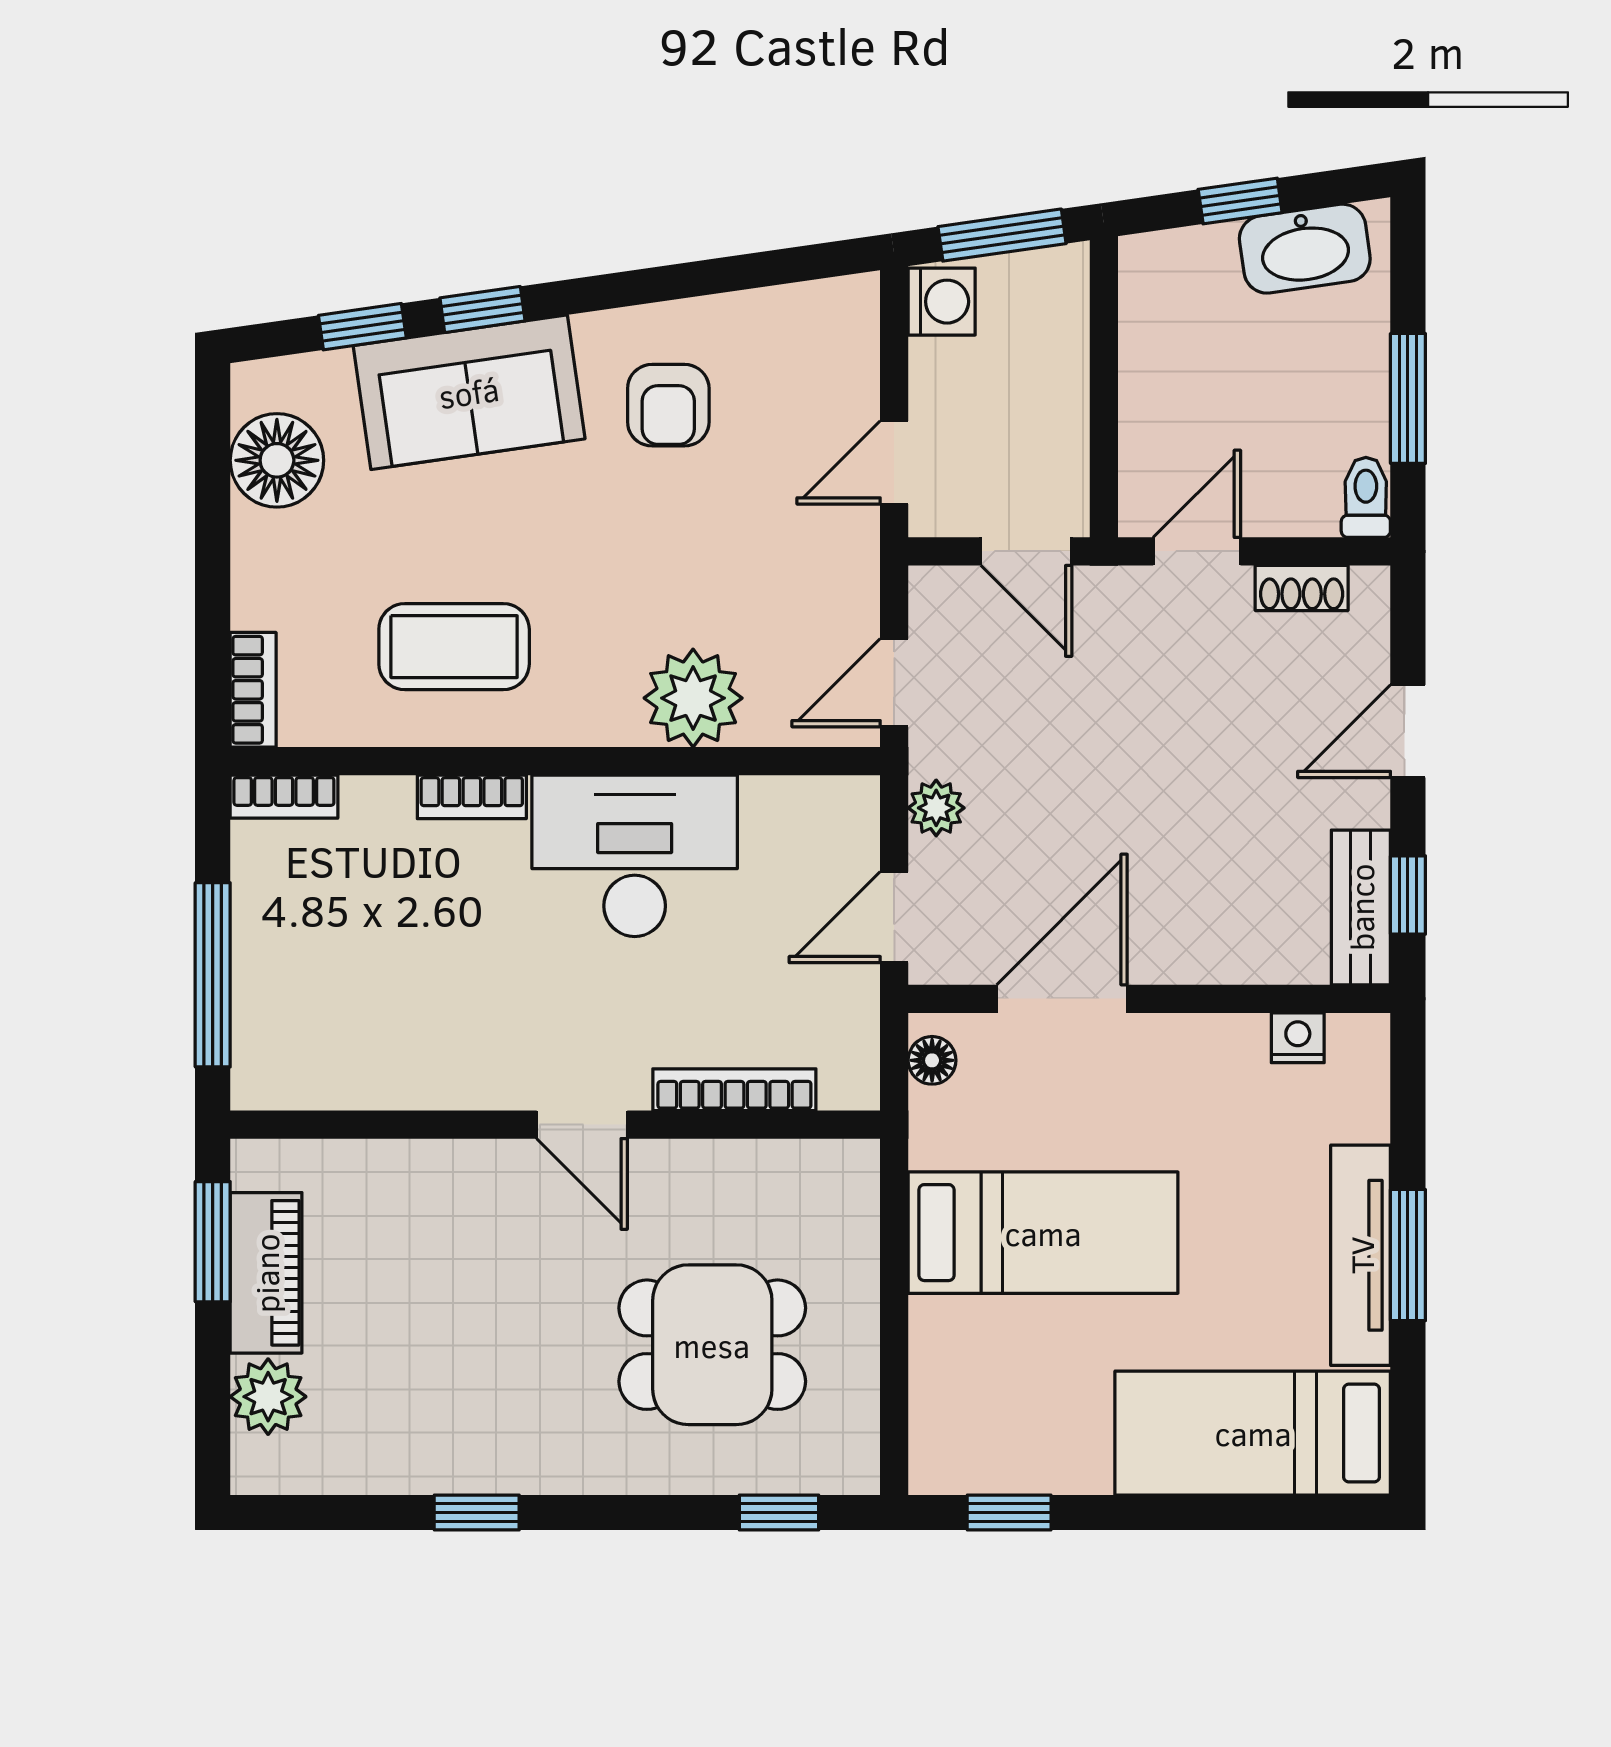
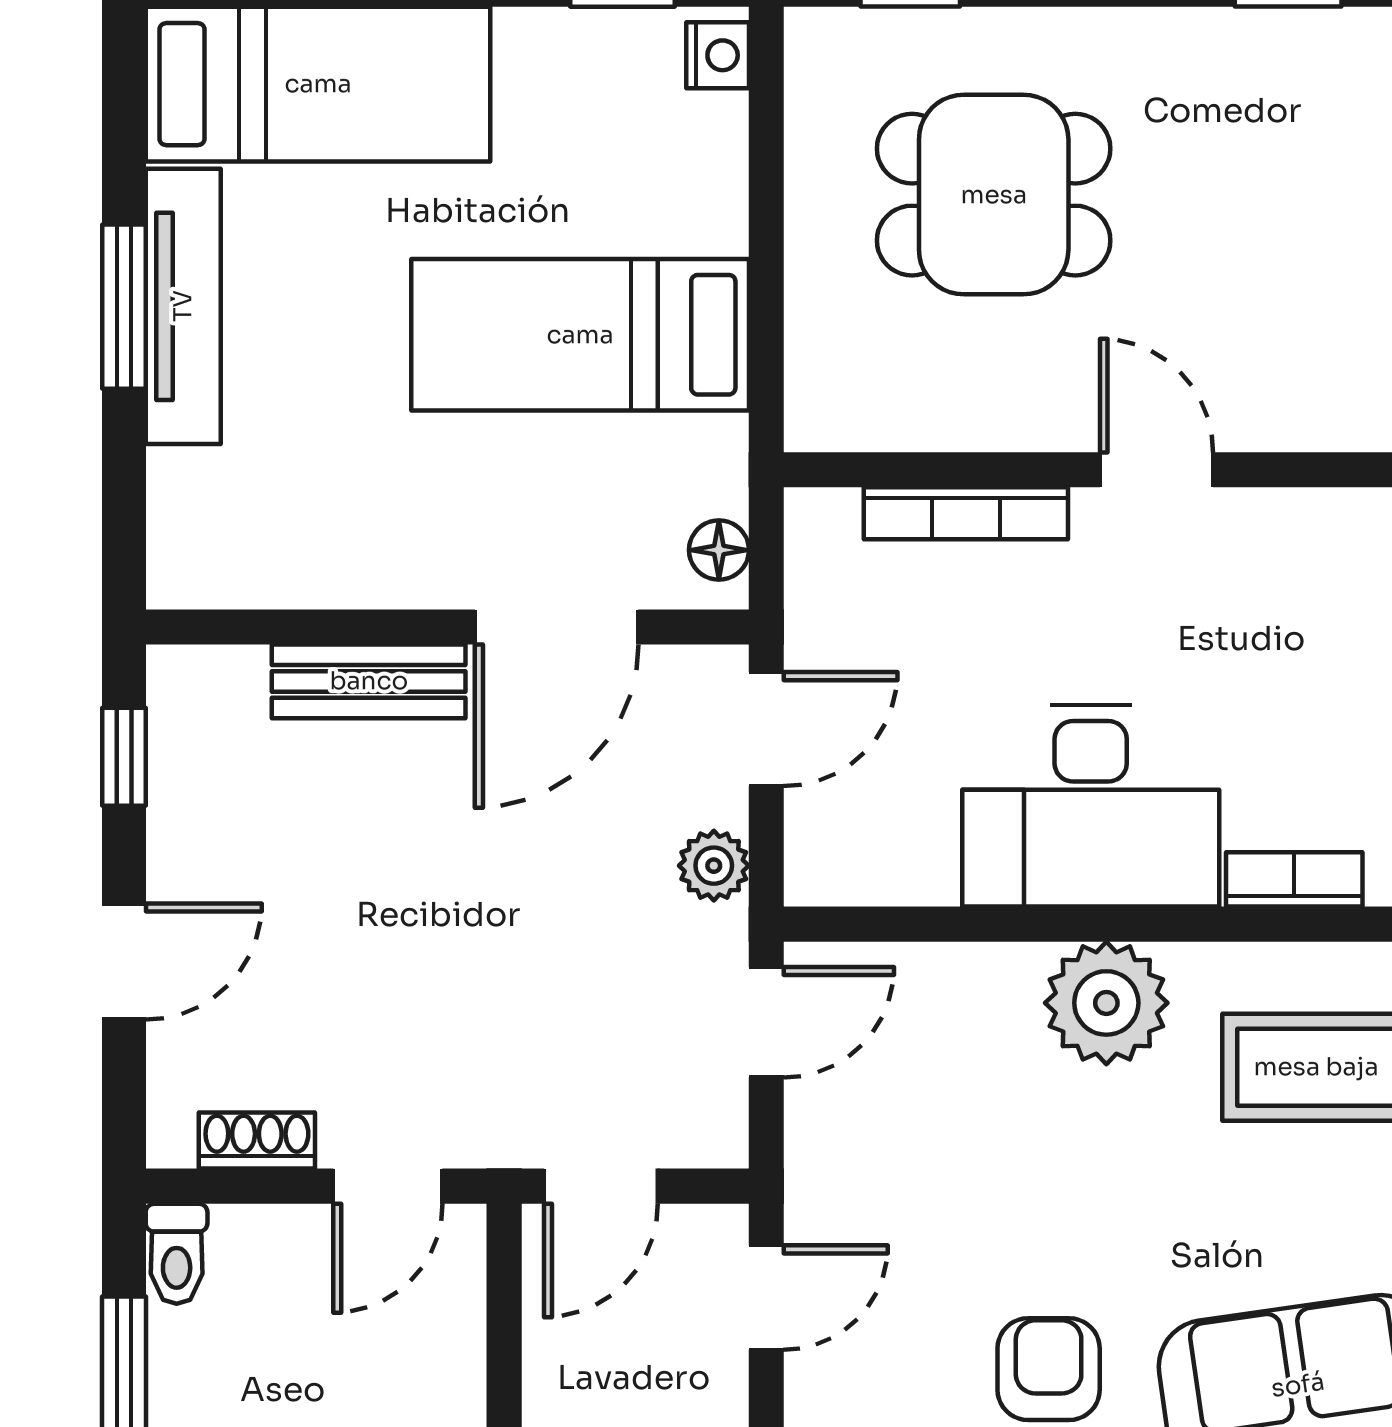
door: (1026, 551) -> (601, 1186), swing flipped
plant: (693, 698) -> (1106, 1003), moved
bench: (1361, 907) -> (369, 681), moved, turned 90
nightstand: (1298, 1038) -> (718, 55), moved, turned -90

